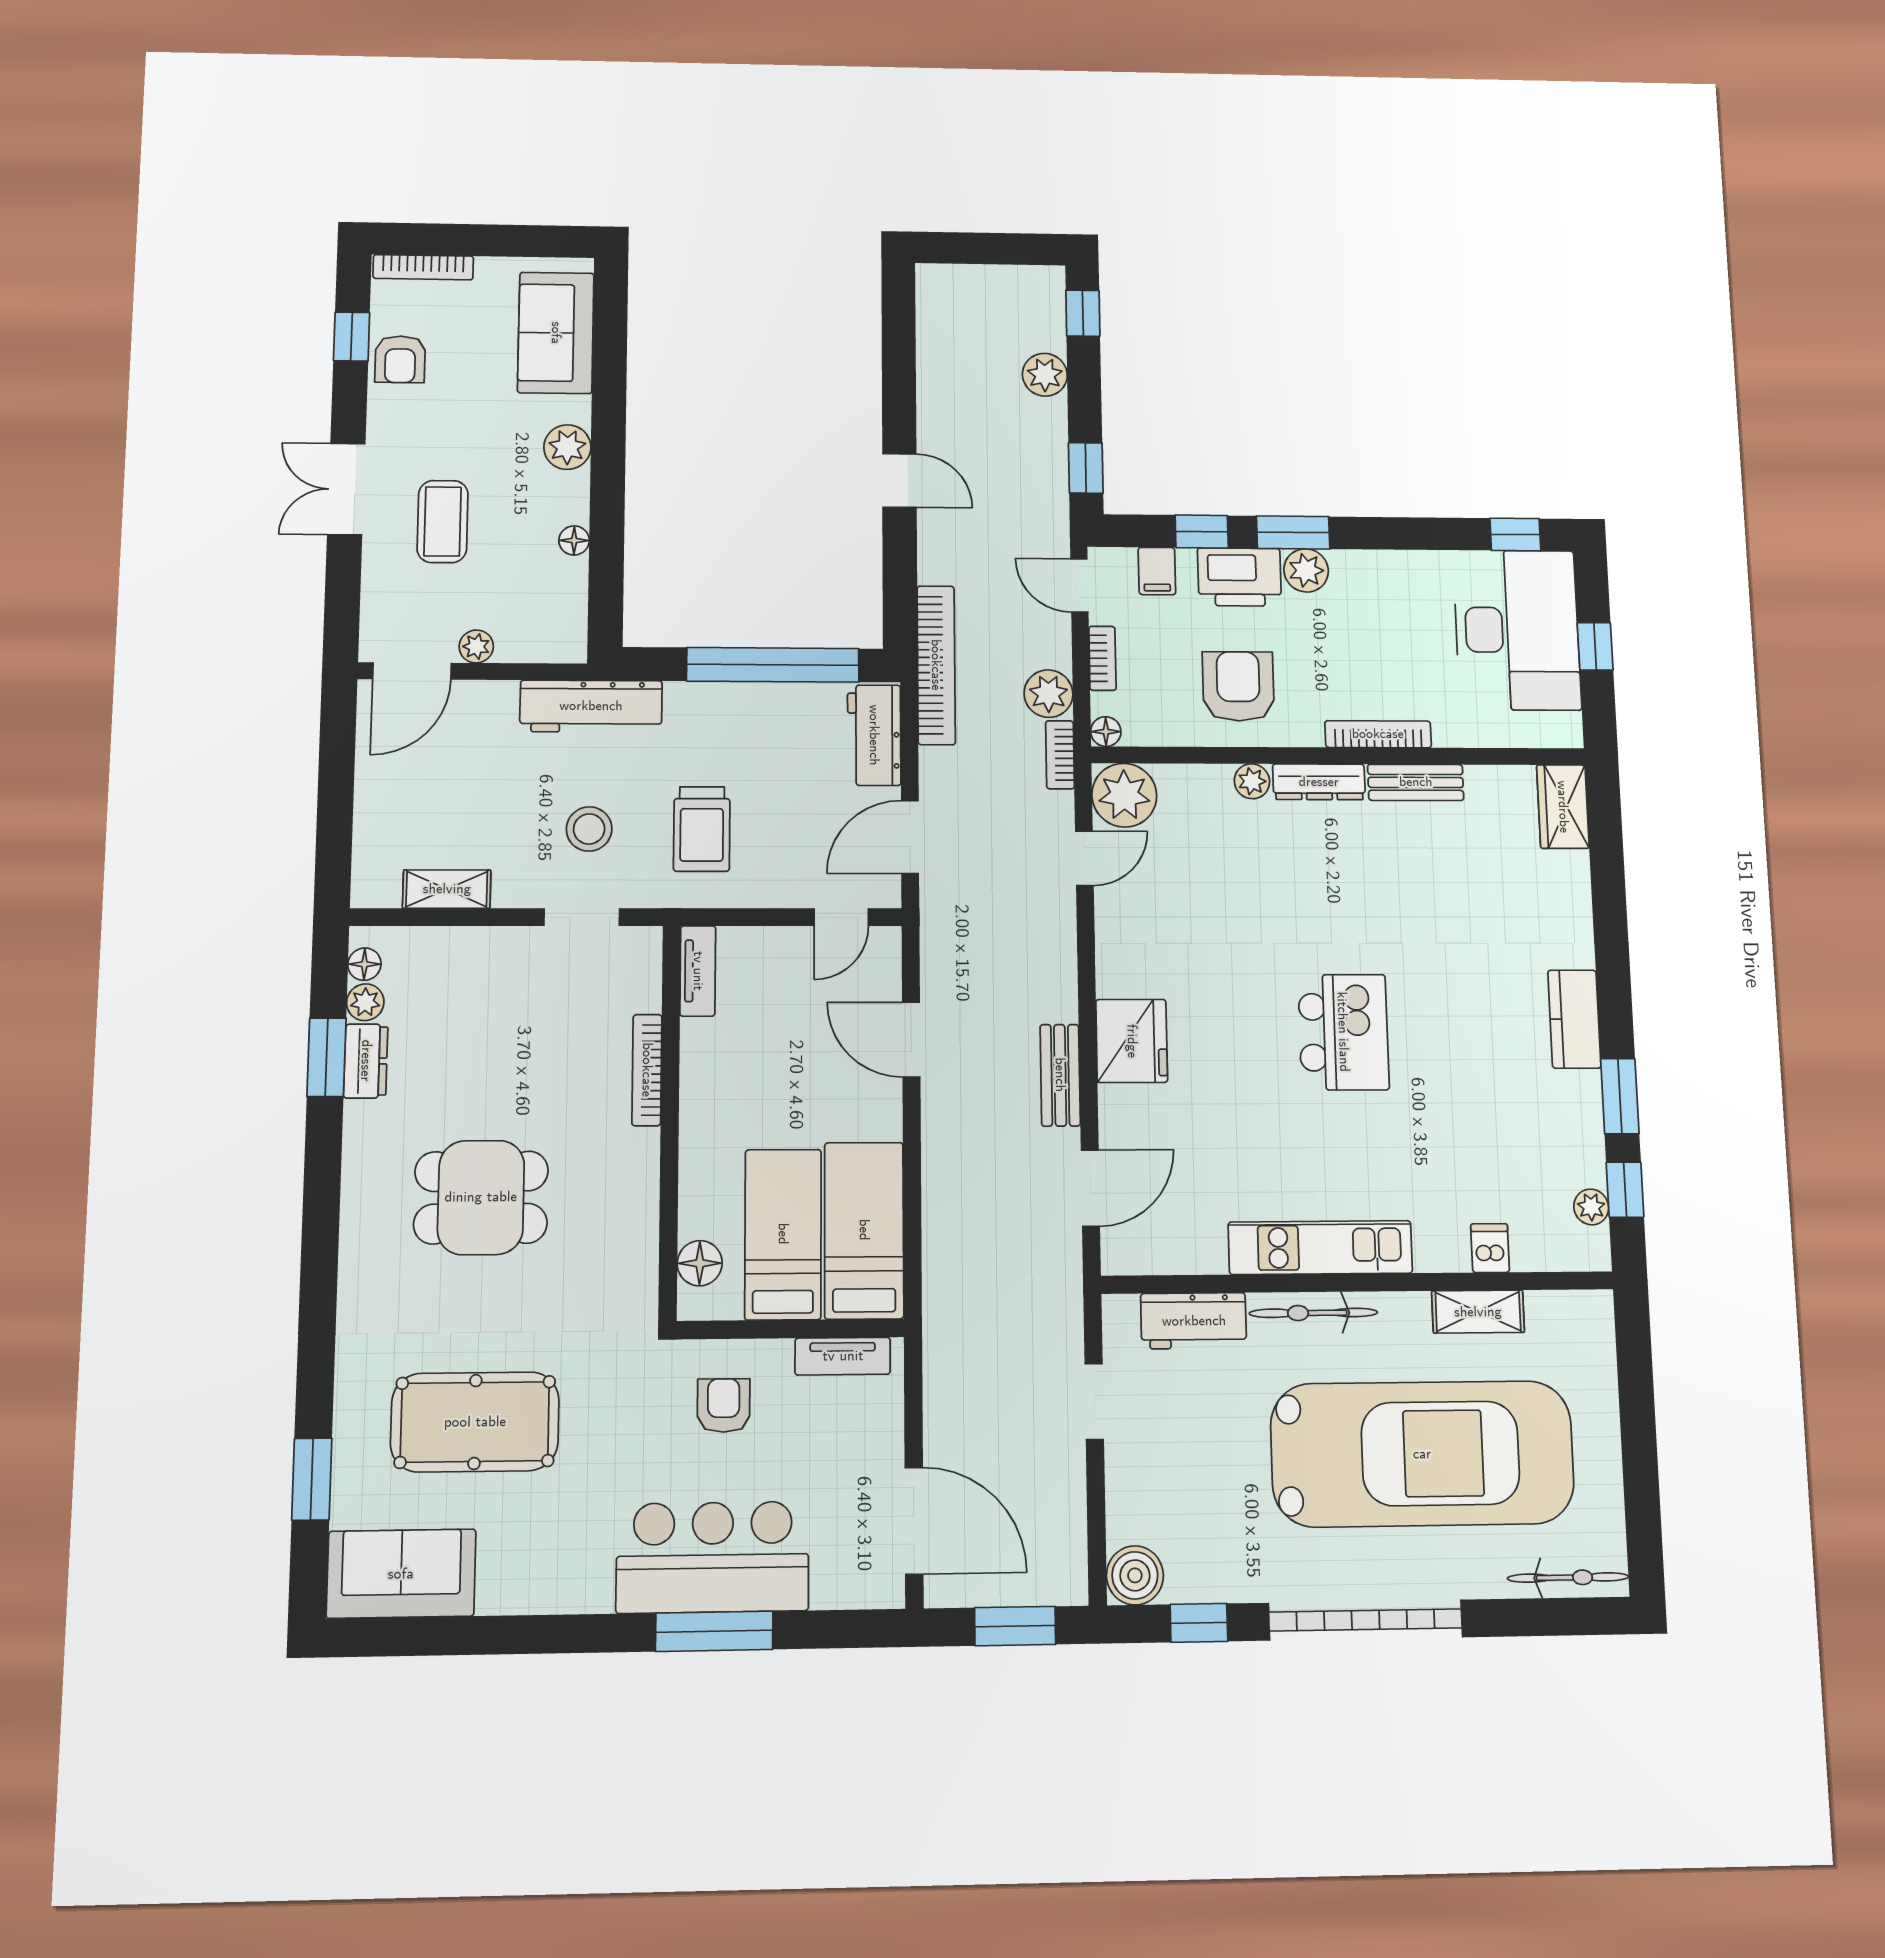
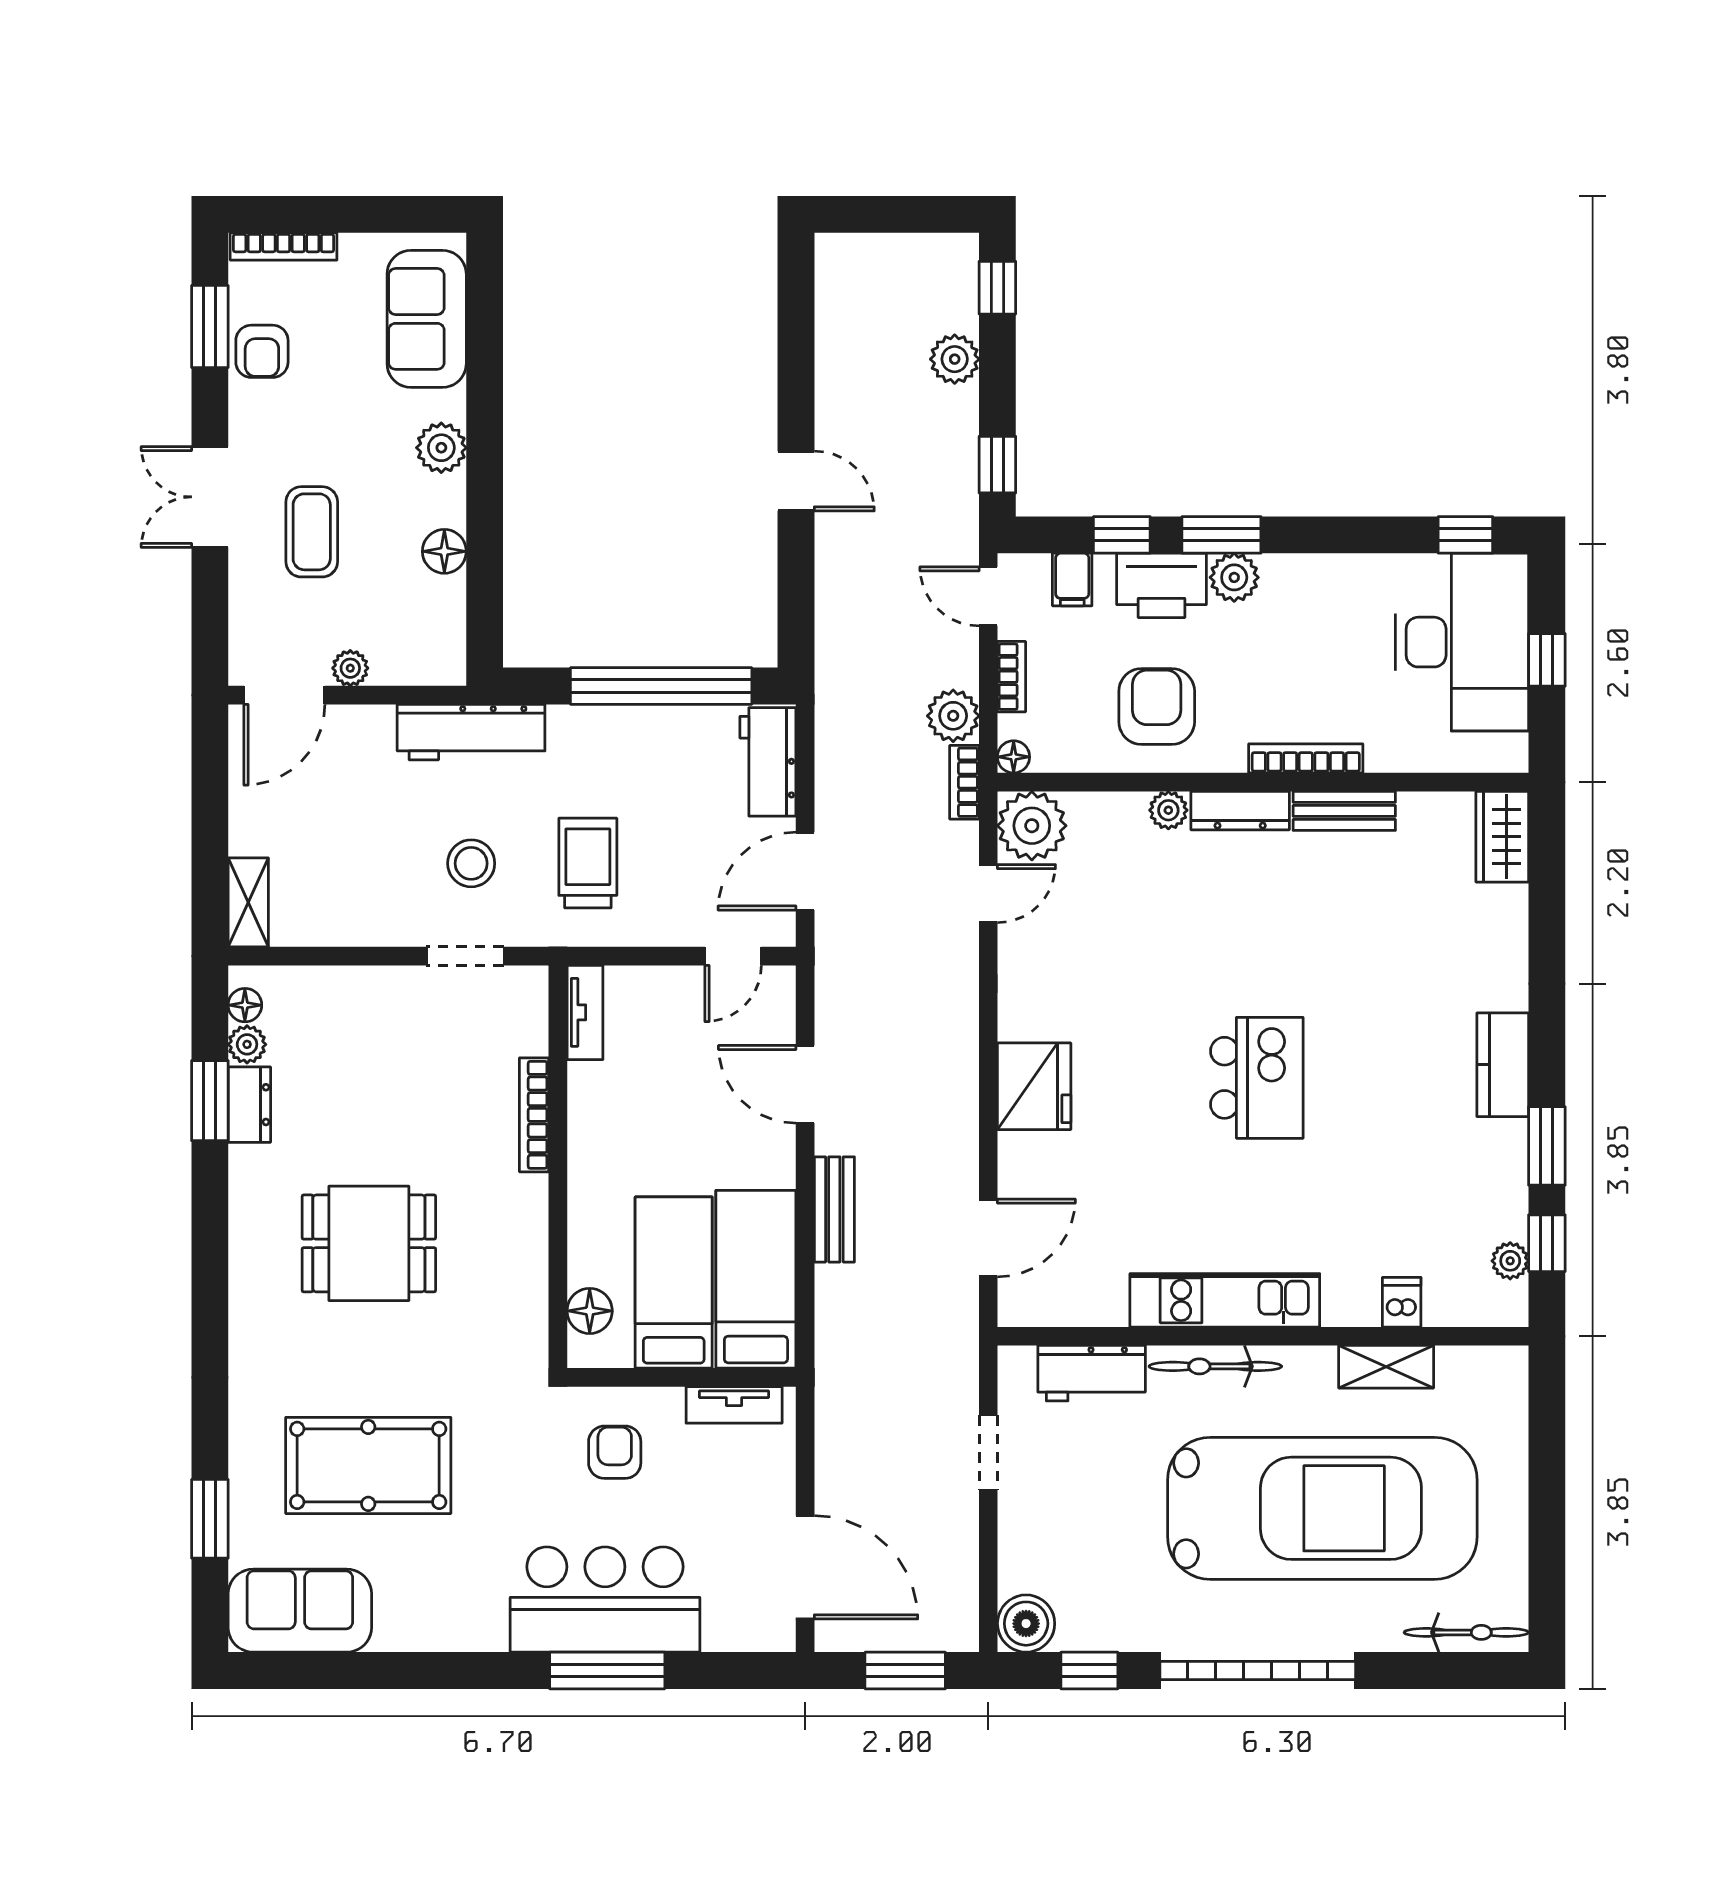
window: (352, 337) -> (210, 326), width x1.50
floor lamp: (574, 540) -> (444, 551), width x1.37, depth x1.37
bookcase: (936, 665) -> (834, 685), removed
trolley: (702, 829) -> (588, 863), turned 180
shelving: (447, 889) -> (248, 902), moved, turned 90
bench: (1060, 1075) -> (834, 1209), moved

